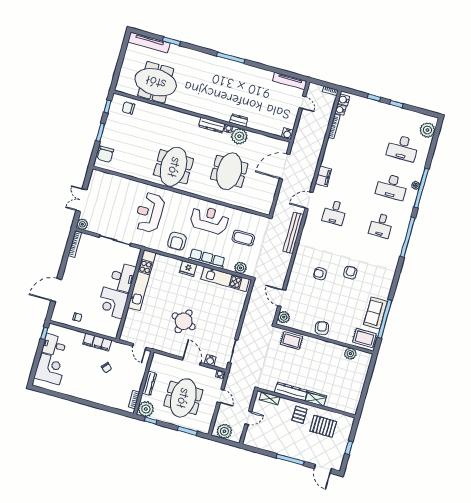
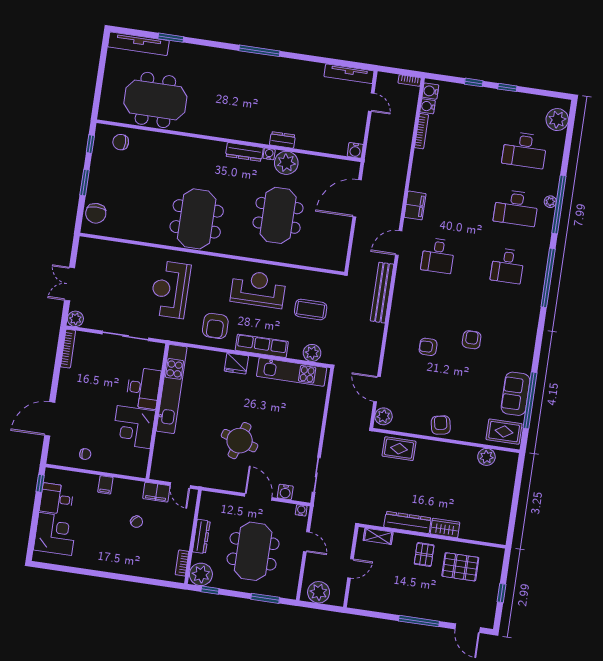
filing cabinet: (102, 344) -> (156, 492), moved

